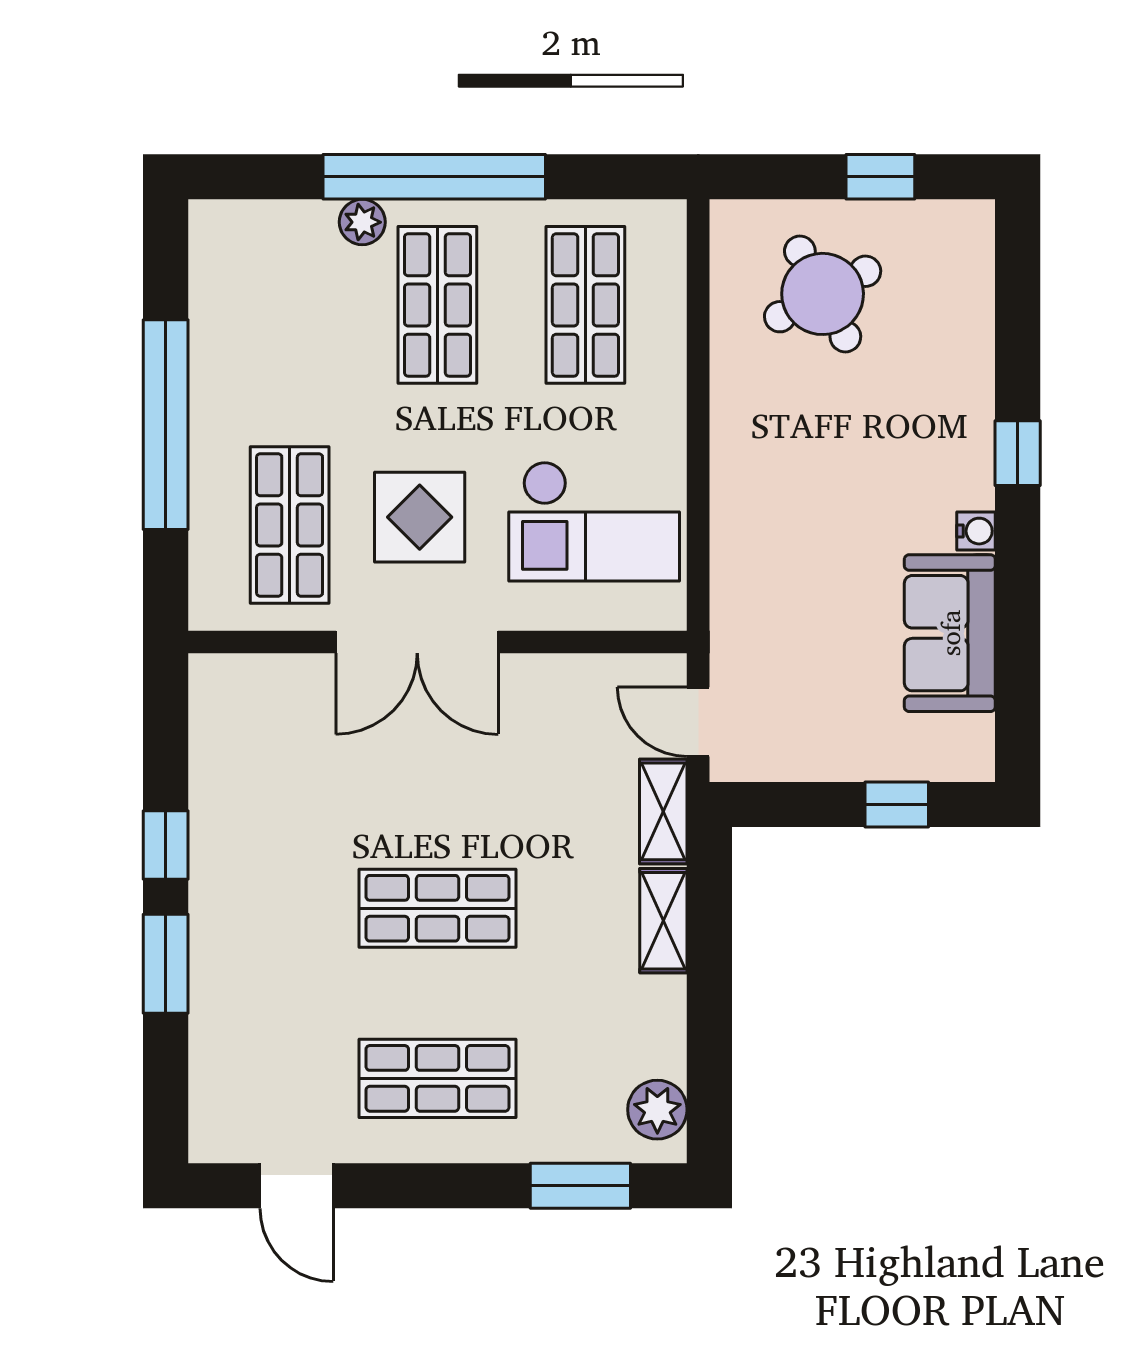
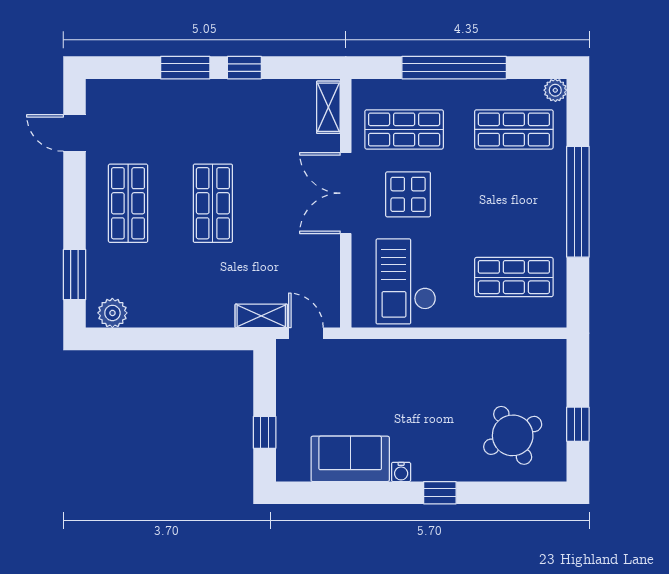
plant: (362, 222) -> (555, 90), moved
round table: (823, 294) -> (513, 435), moved
shop shelf: (437, 305) -> (514, 129), moved
door: (698, 722) -> (306, 333), hinge flipped
shelving: (663, 921) -> (328, 107), moved, turned 90
door: (297, 1186) -> (74, 133), hinge flipped

